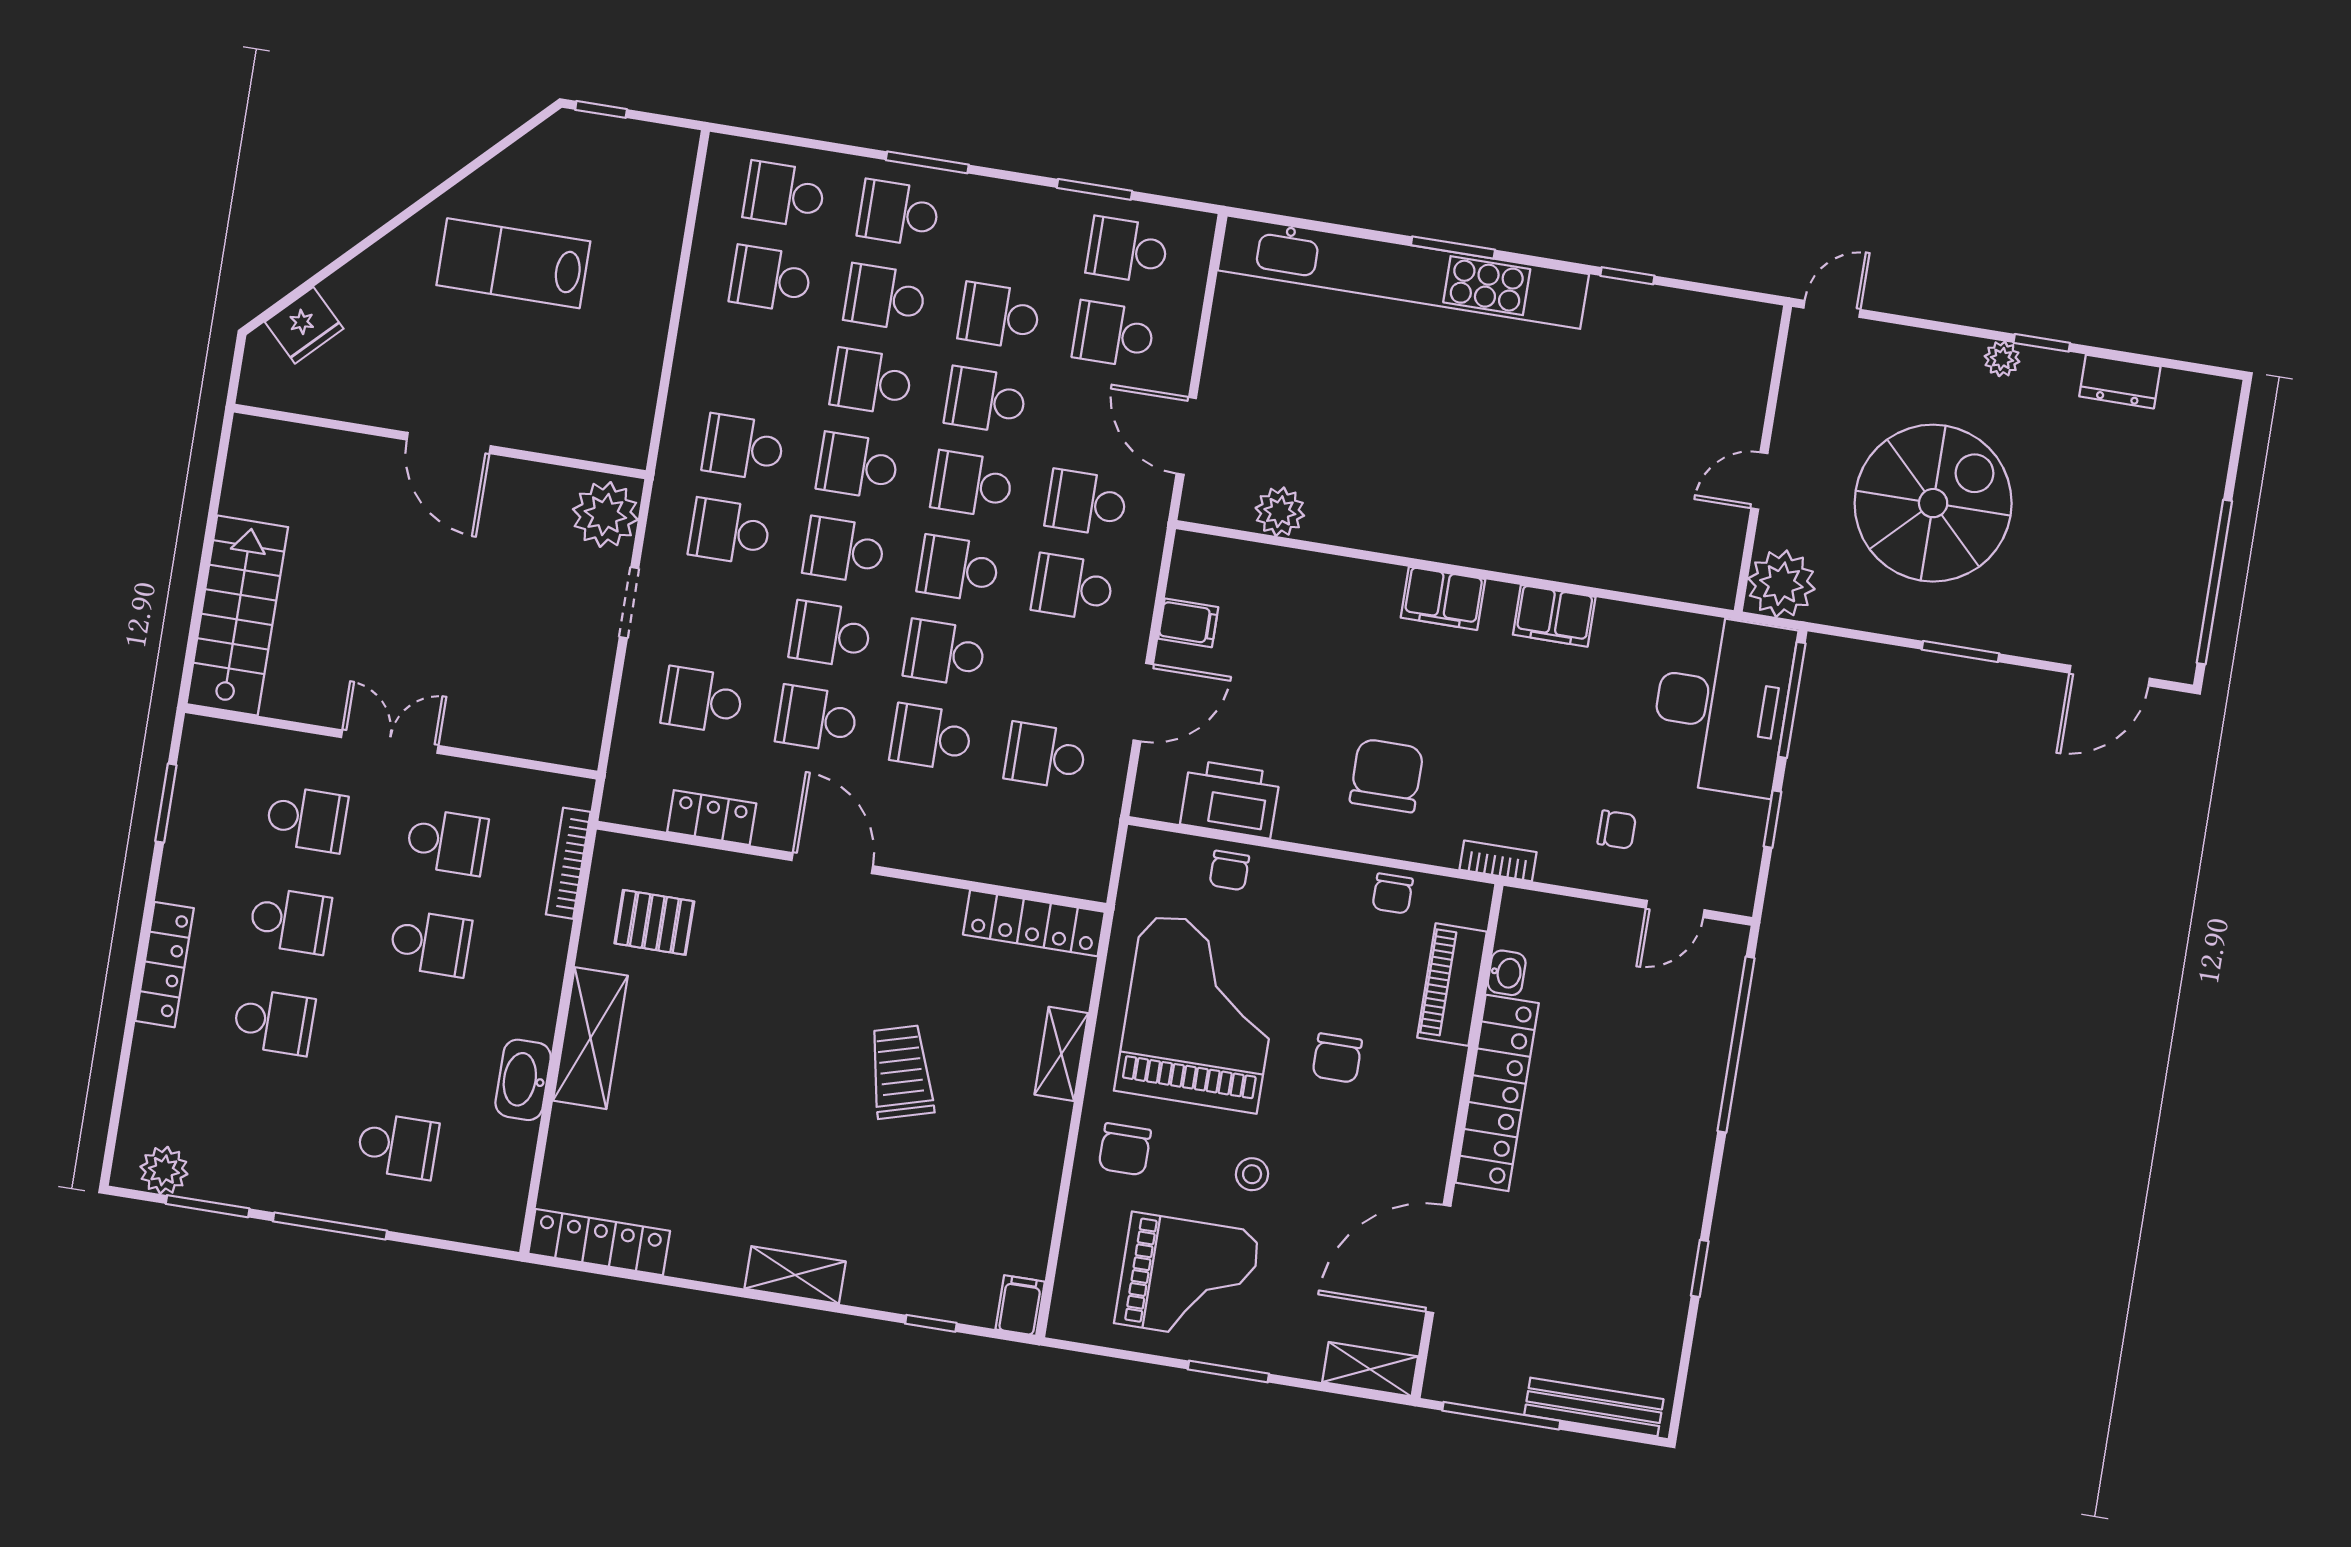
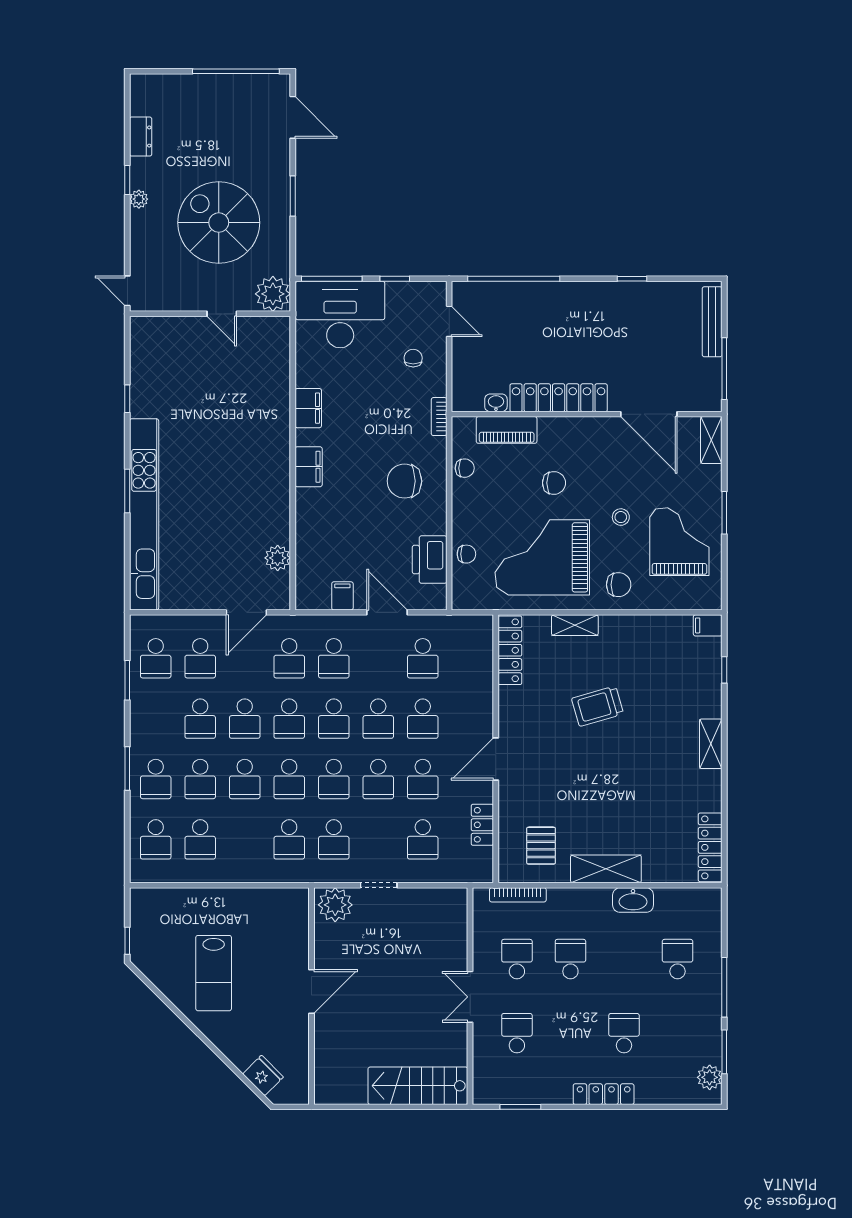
school desk: (290, 921) -> (570, 1033), removed

